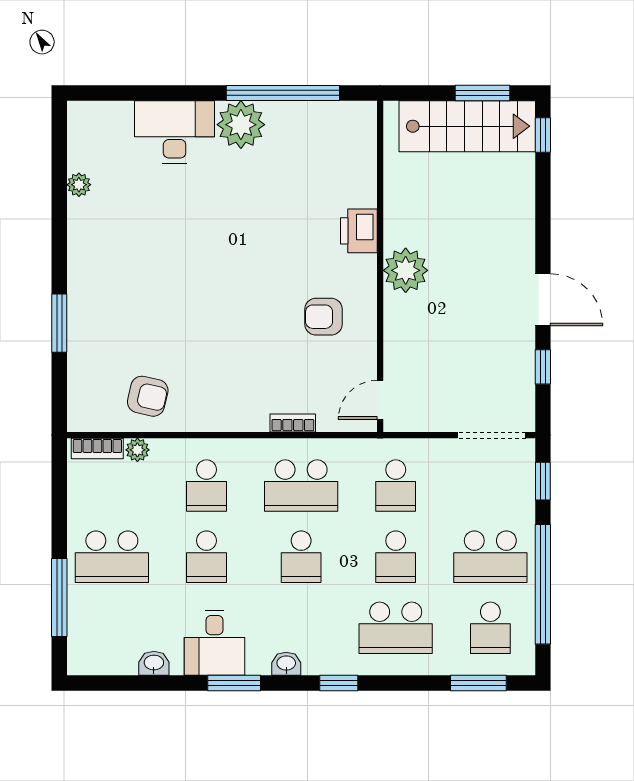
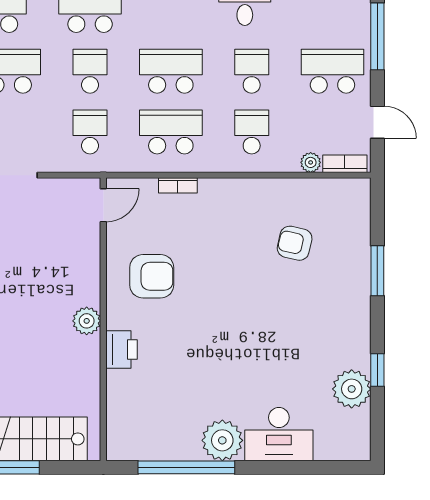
plant: (79, 185) -> (352, 389), width x1.87, depth x1.87
window: (59, 207) -> (377, 370), added
plant: (406, 270) -> (87, 321), width x0.73, depth x0.73
armchair: (323, 317) -> (152, 276), width x1.38, depth x1.38
armchair: (148, 396) -> (295, 243), moved
door: (59, 497) -> (377, 122), added
school desk: (301, 557) -> (171, 71), width x1.85

